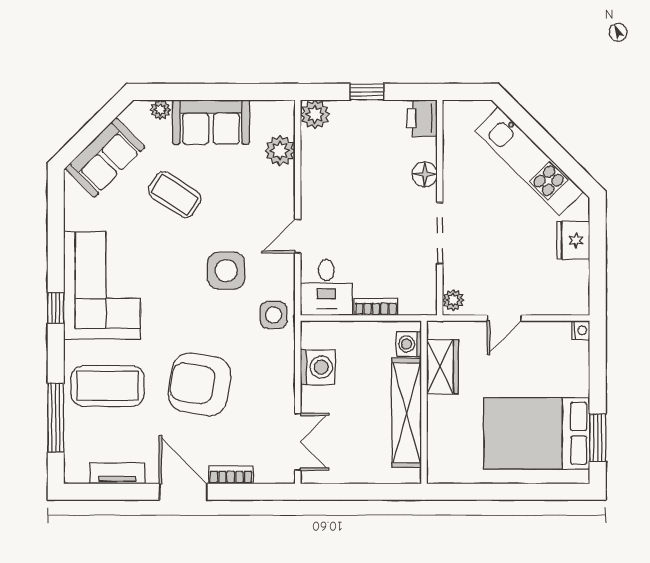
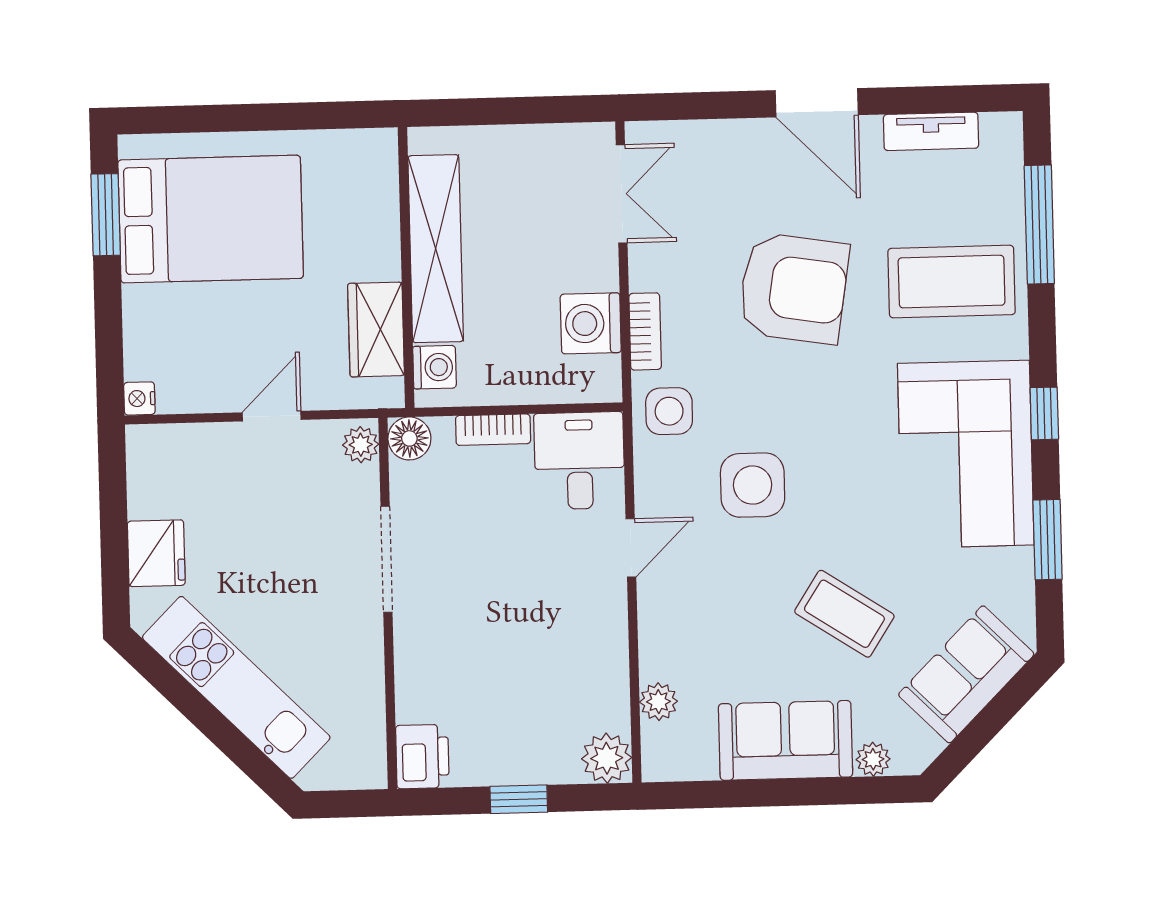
plant: (280, 151) -> (659, 702), width x0.73, depth x0.73
floor lamp: (425, 174) -> (409, 438), moved
window: (56, 235) -> (1048, 540), added
double door: (298, 442) -> (622, 194), swing flipped
bookcase: (231, 475) -> (645, 331), moved, turned -90

